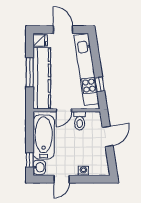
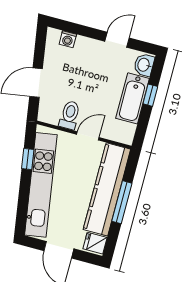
bathtub: (44, 137) -> (133, 98), width x0.73, depth x0.73
window: (30, 160) -> (150, 95), moved
washing machine: (83, 171) -> (68, 39), moved

